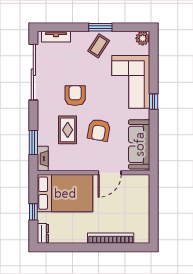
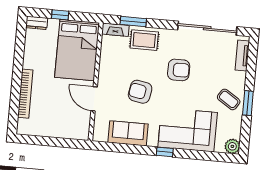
rug: (68, 130) -> (144, 40), moved
sofa: (139, 144) -> (128, 133), width x0.73

